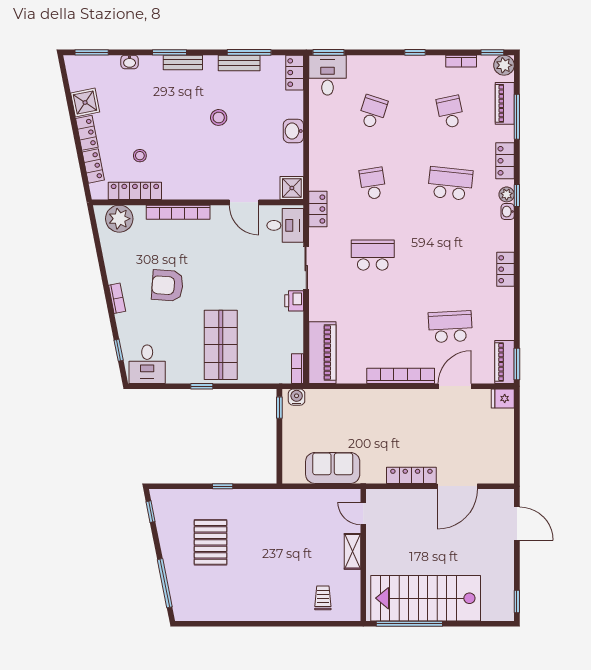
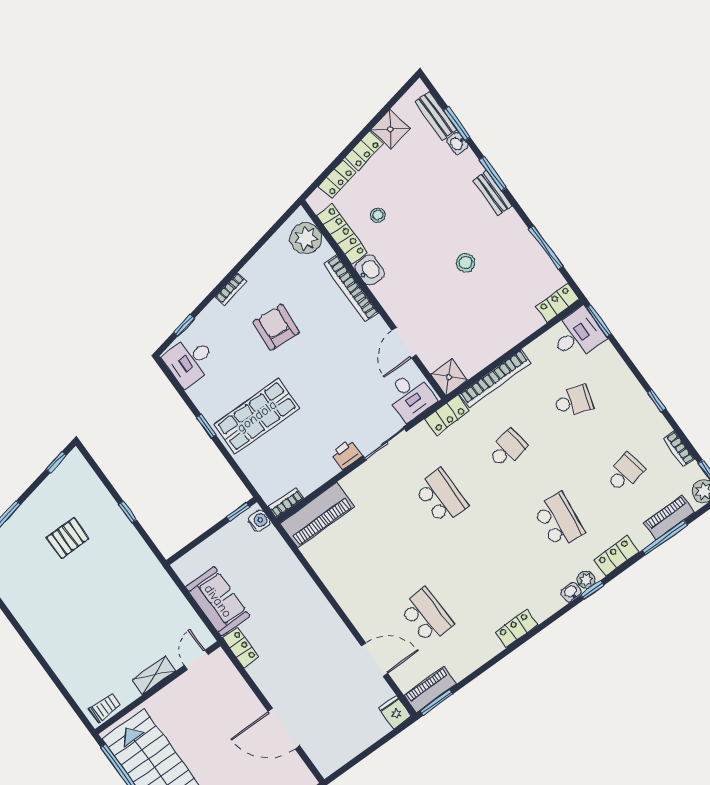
window: (92, 52) -> (457, 124), moved
bench: (239, 63) -> (436, 116), moved
washbasin: (293, 131) -> (370, 270), moved, turned 90
bookcase: (401, 376) -> (495, 379), moved, turned 90
locker: (411, 475) -> (241, 648), moved, width x0.66
pallet: (211, 542) -> (68, 538), width x0.67, depth x0.71
trolley: (323, 598) -> (105, 708), moved

